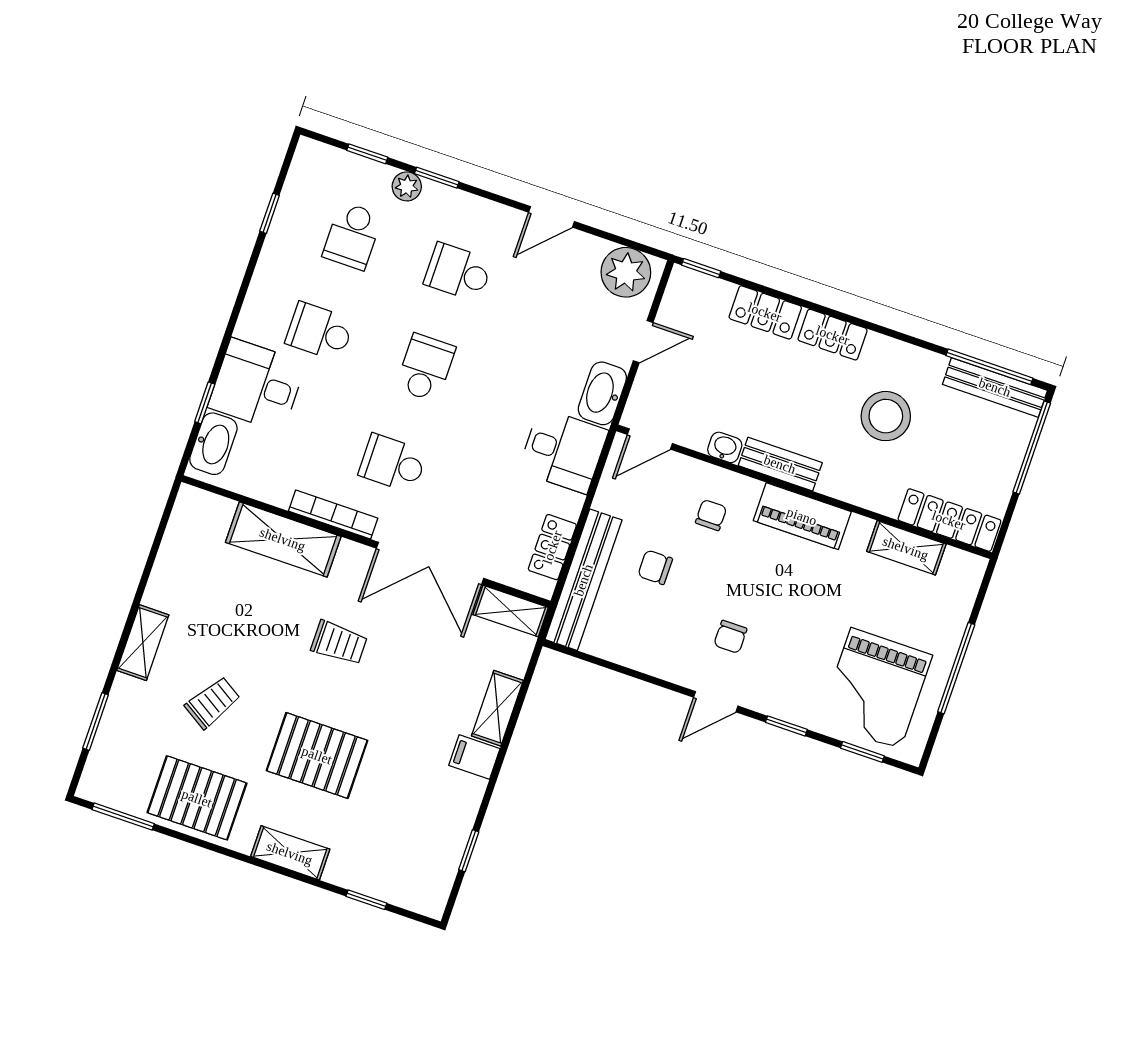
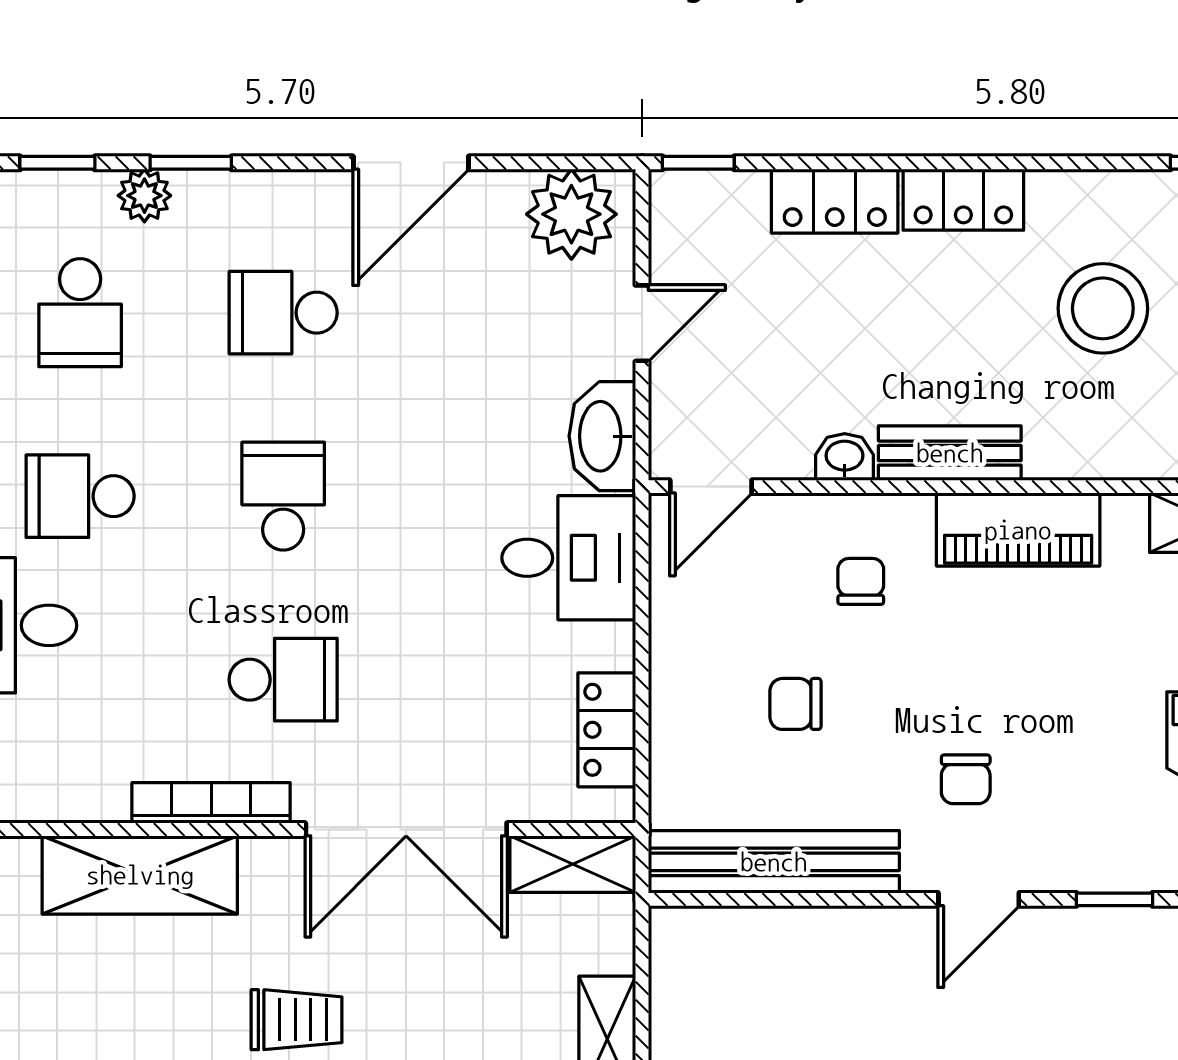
door: (551, 217) -> (411, 163), width x1.37
school desk: (393, 463) -> (283, 680), turned 180
bench: (583, 580) -> (774, 862), moved, turned 90

